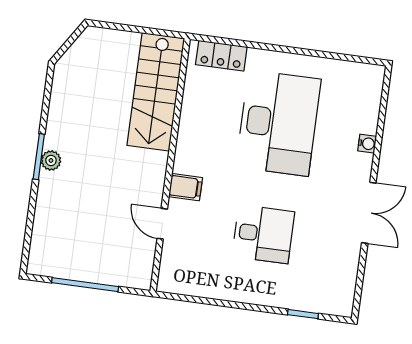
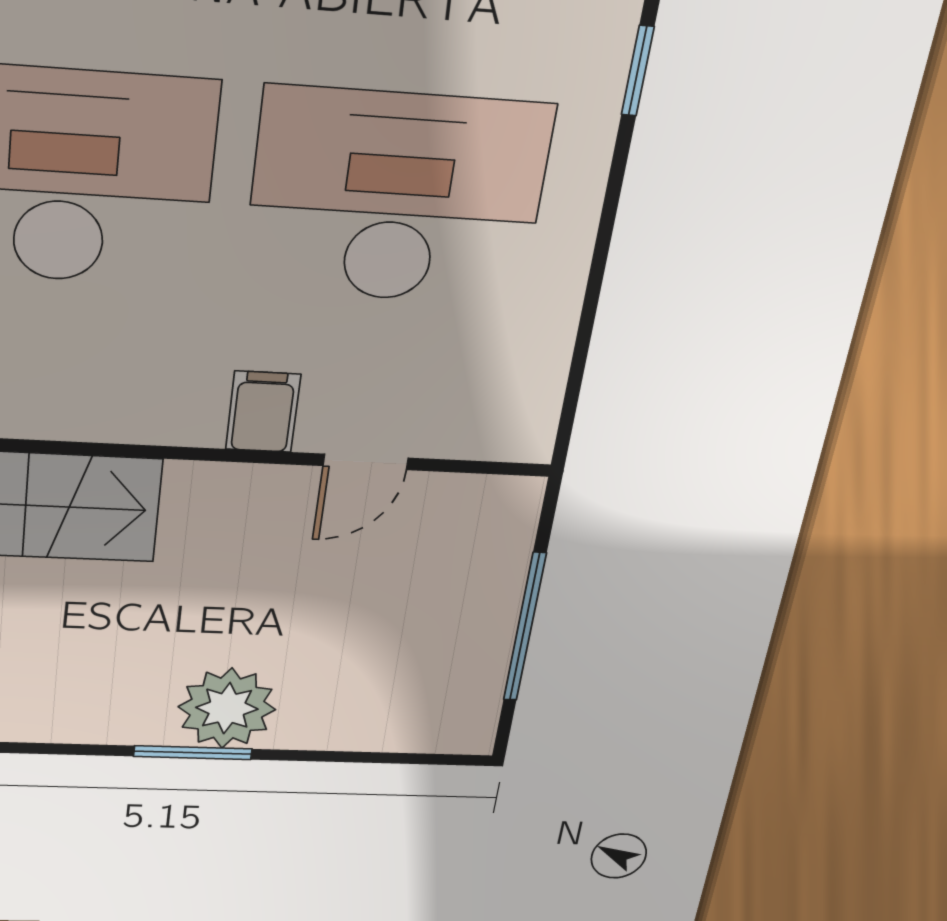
plant: (51, 160) -> (227, 708), width x1.88, depth x1.88
desk: (263, 234) -> (397, 198), width x1.87, depth x1.30

